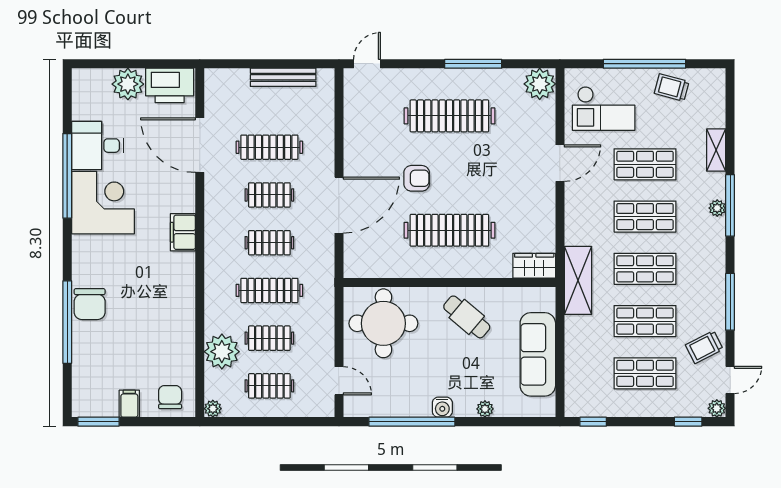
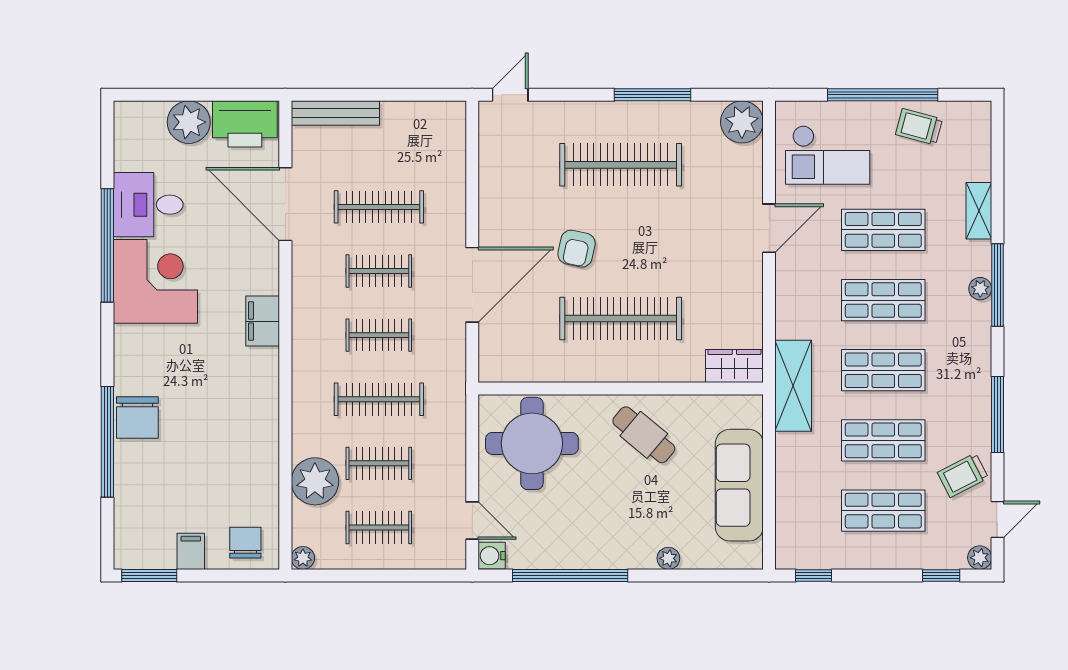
bench: (283, 77) -> (335, 113), moved
armchair: (417, 178) -> (577, 249), turned 102
water cooler: (442, 407) -> (492, 556), moved, turned 90

